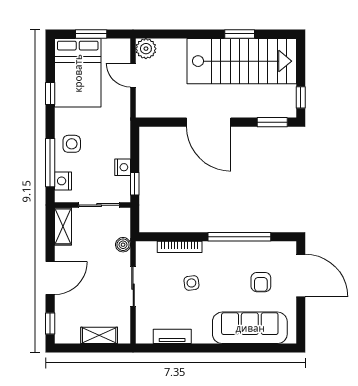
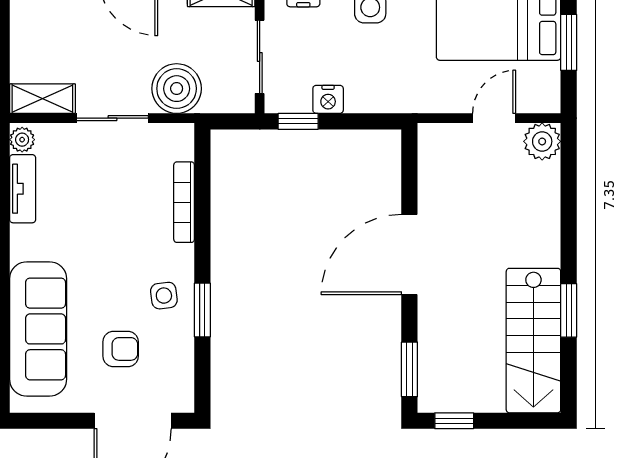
stairs: (242, 61) -> (533, 341), width x0.73, depth x0.66
window: (239, 237) -> (202, 310), width x0.47
boiler: (123, 245) -> (177, 89), width x1.86, depth x1.86
armchair: (261, 282) -> (121, 349), turned 180
side table: (191, 283) -> (164, 296), moved
shelving: (99, 335) -> (42, 99), moved, turned 90
plant: (145, 337) -> (22, 140), added

